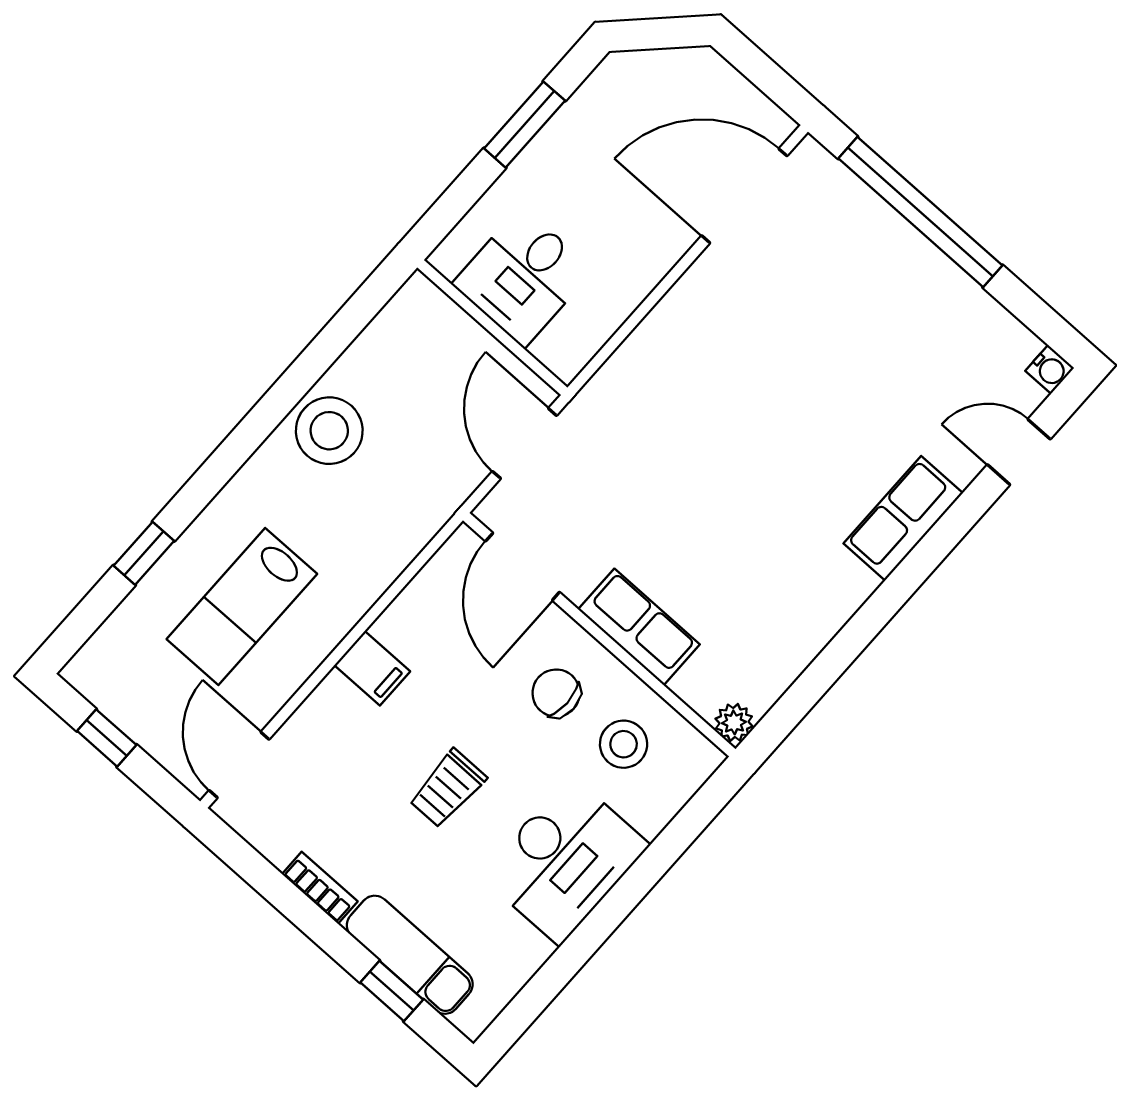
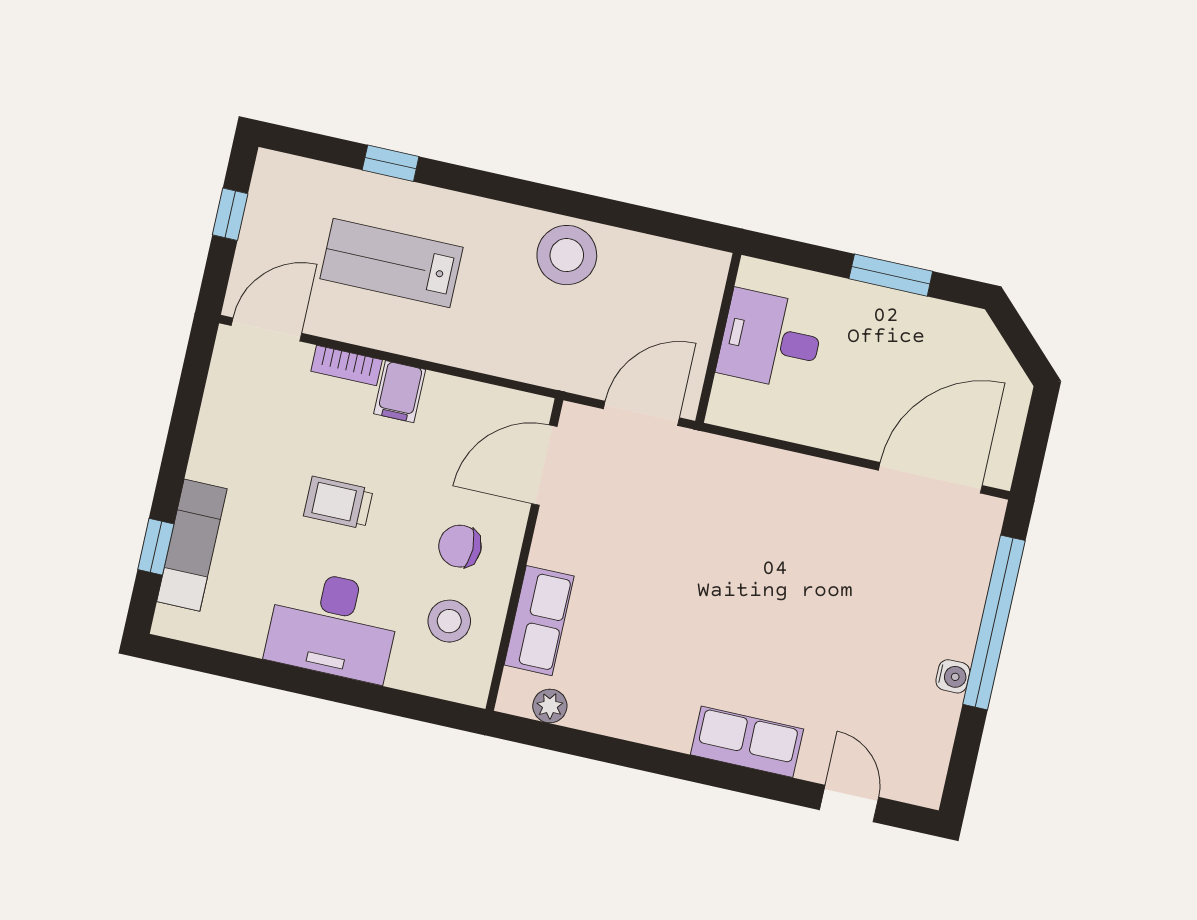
door: (744, 196) -> (930, 478), hinge flipped
water cooler: (1050, 369) -> (953, 676), moved, turned -90
row of seats: (639, 627) -> (539, 621), moved
chair: (556, 693) -> (460, 546), turned -90
plant: (734, 722) -> (550, 706), moved
bookcase: (320, 888) -> (347, 366), moved, turned 90

